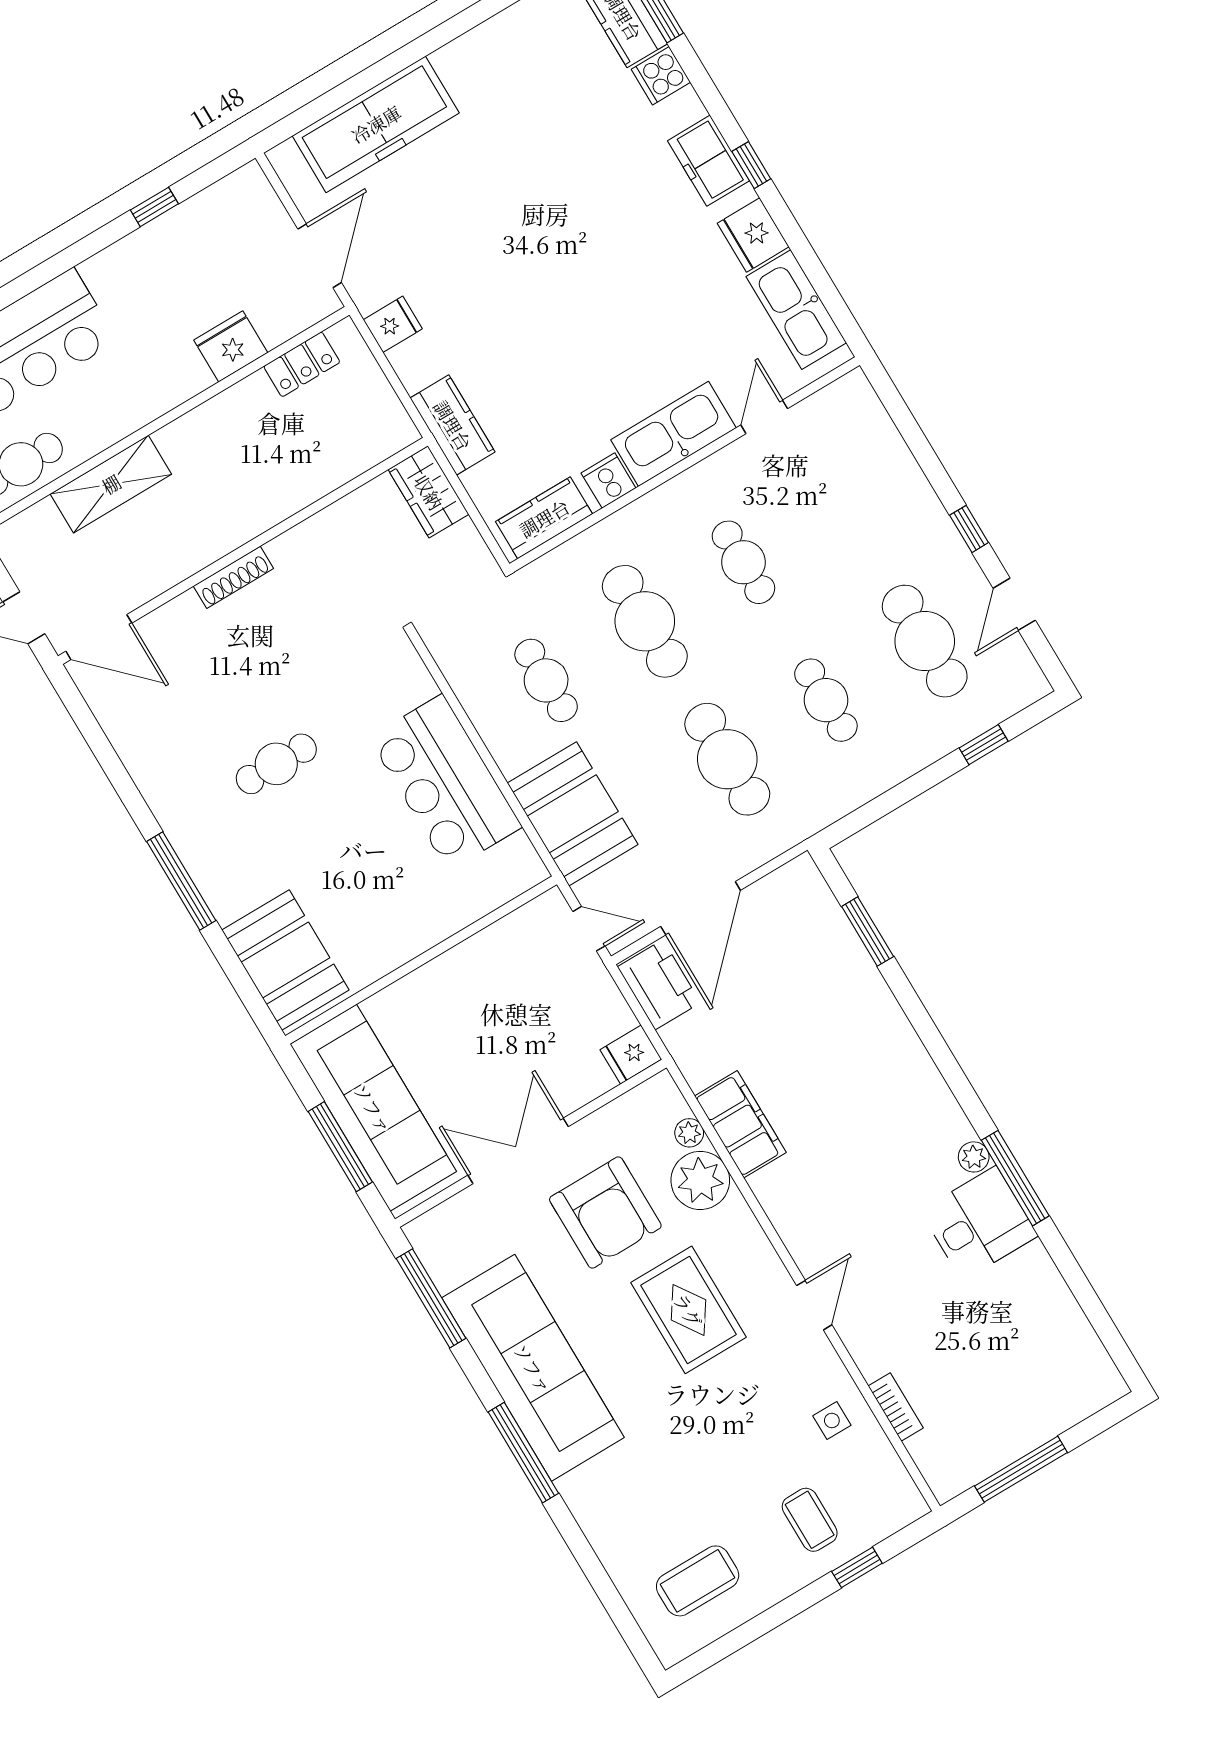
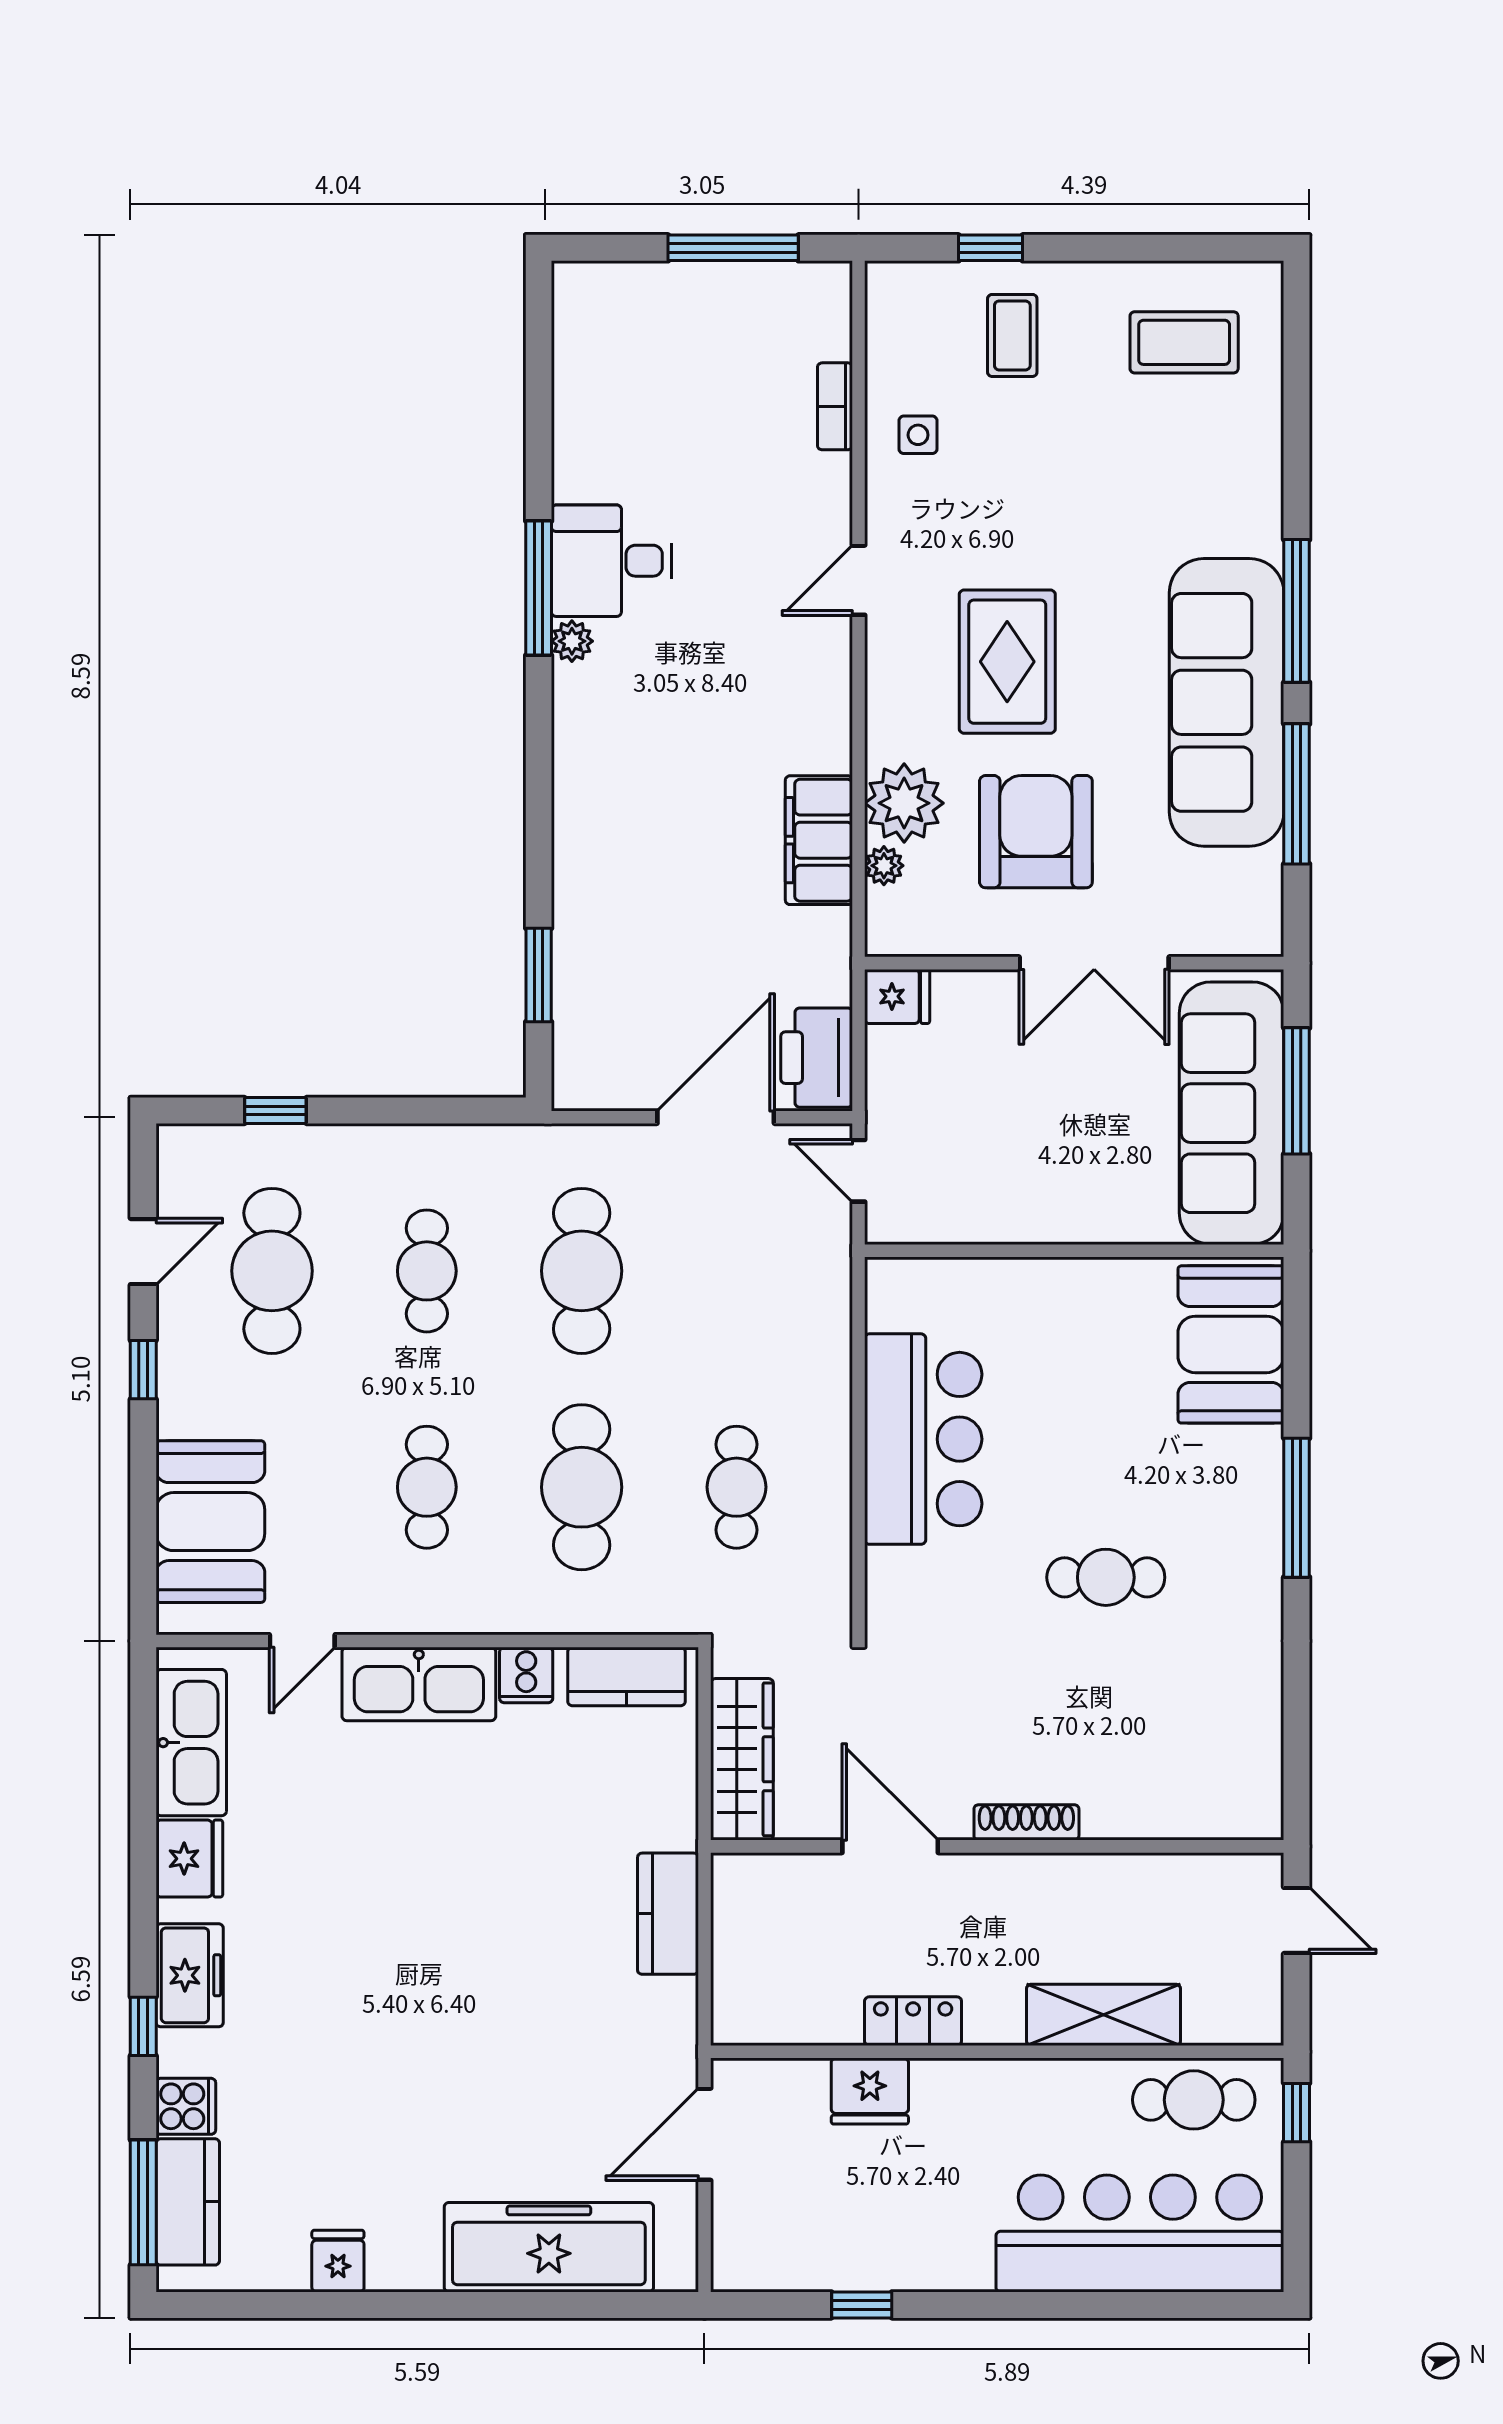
window: (751, 165) -> (143, 2026), moved
fridge: (393, 324) -> (338, 2261), moved, turned 90
locker: (302, 364) -> (913, 2021), moved
kitchen counter: (453, 425) -> (668, 1914), moved
wardrobe: (429, 492) -> (742, 1759), width x1.50
door: (99, 637) -> (890, 1846), moved
booth: (573, 814) -> (210, 1522), moved
window: (431, 1298) -> (1297, 794), moved

